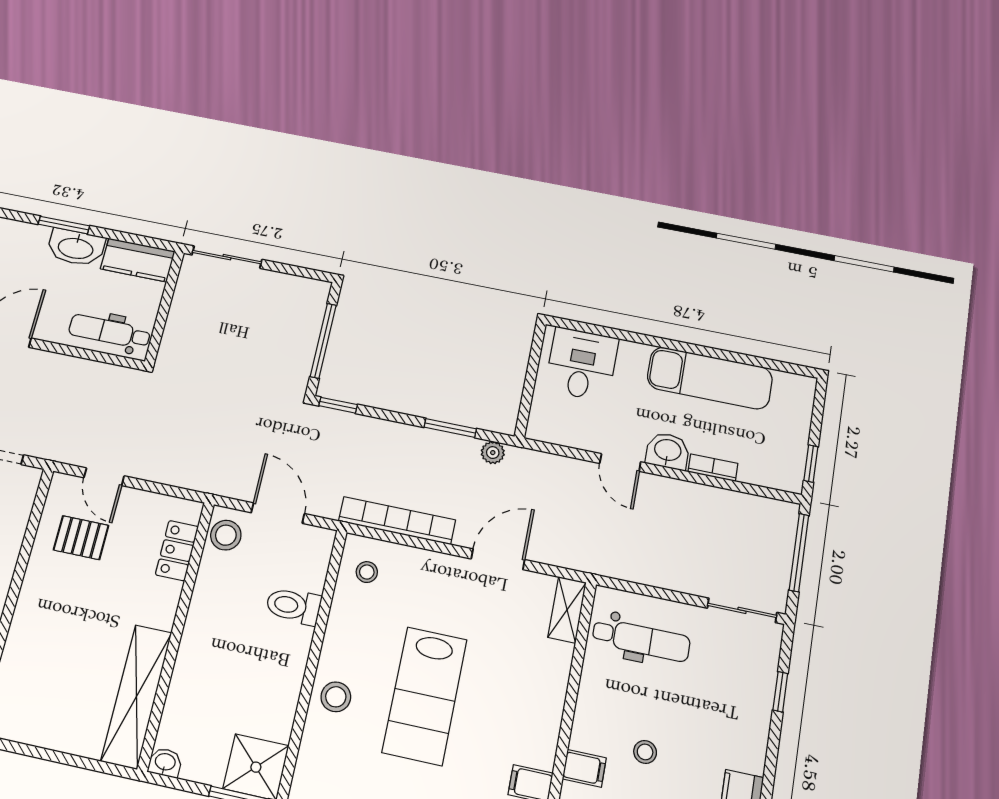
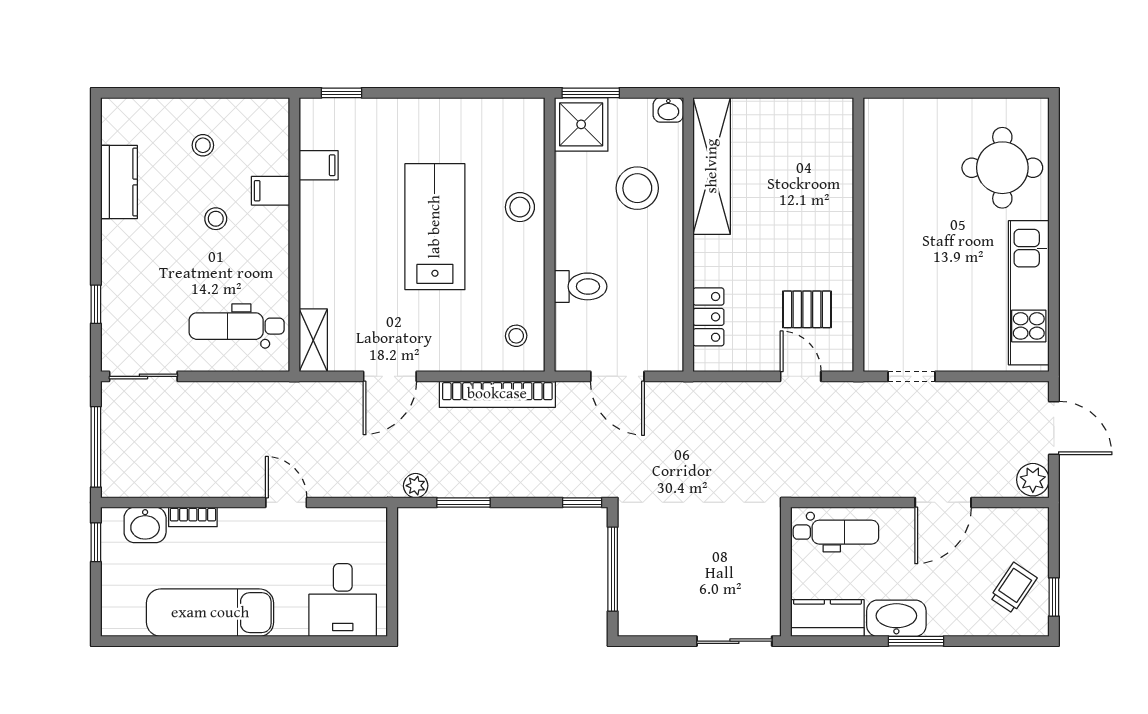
washbasin: (668, 451) -> (145, 525), moved
stool: (226, 535) -> (637, 188), moved, width x1.38, depth x1.38

